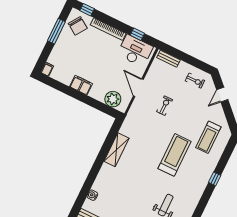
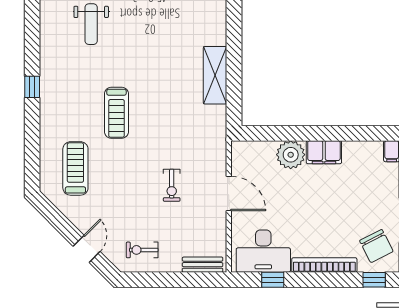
chair: (78, 26) -> (376, 246), turned -151
plant: (113, 99) -> (291, 155), moved
treadmill: (174, 155) -> (116, 113), width x0.73, depth x0.73
window: (215, 179) -> (32, 87), moved

